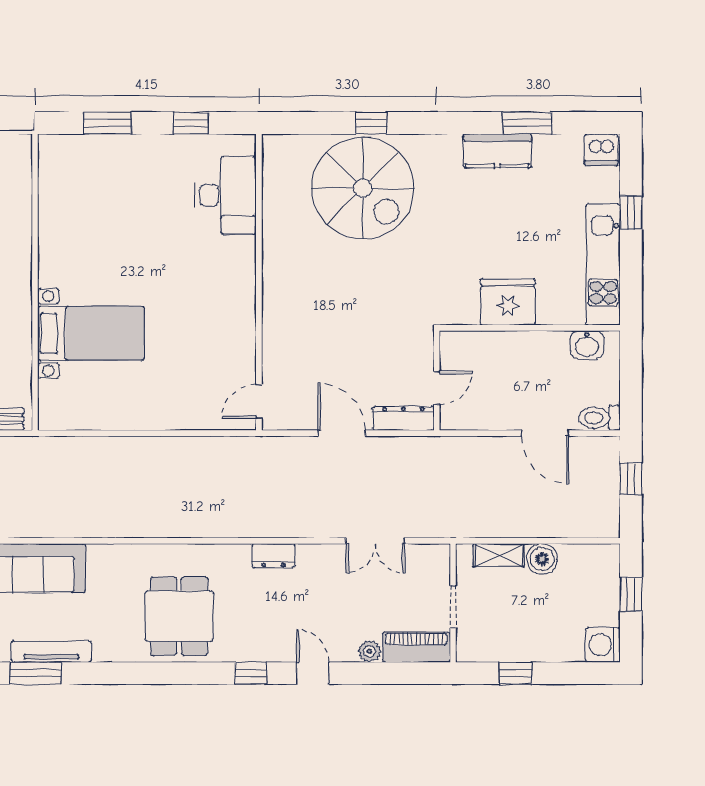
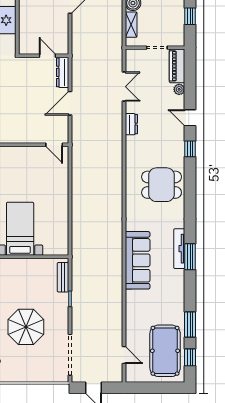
dresser: (273, 556) -> (131, 124), moved
door: (313, 673) -> (190, 118), hinge flipped

